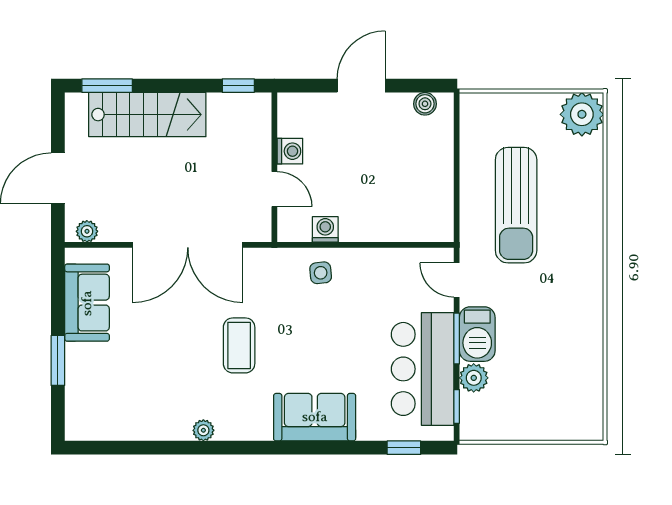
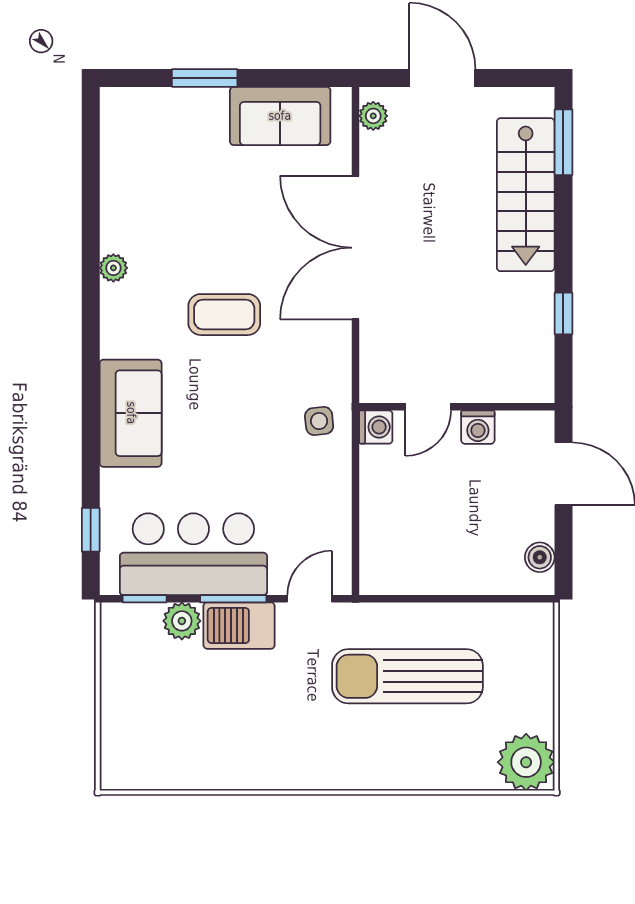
washing machine: (290, 151) -> (478, 427), moved
wall: (274, 167) -> (457, 407), moved
door: (274, 189) -> (428, 407), moved

